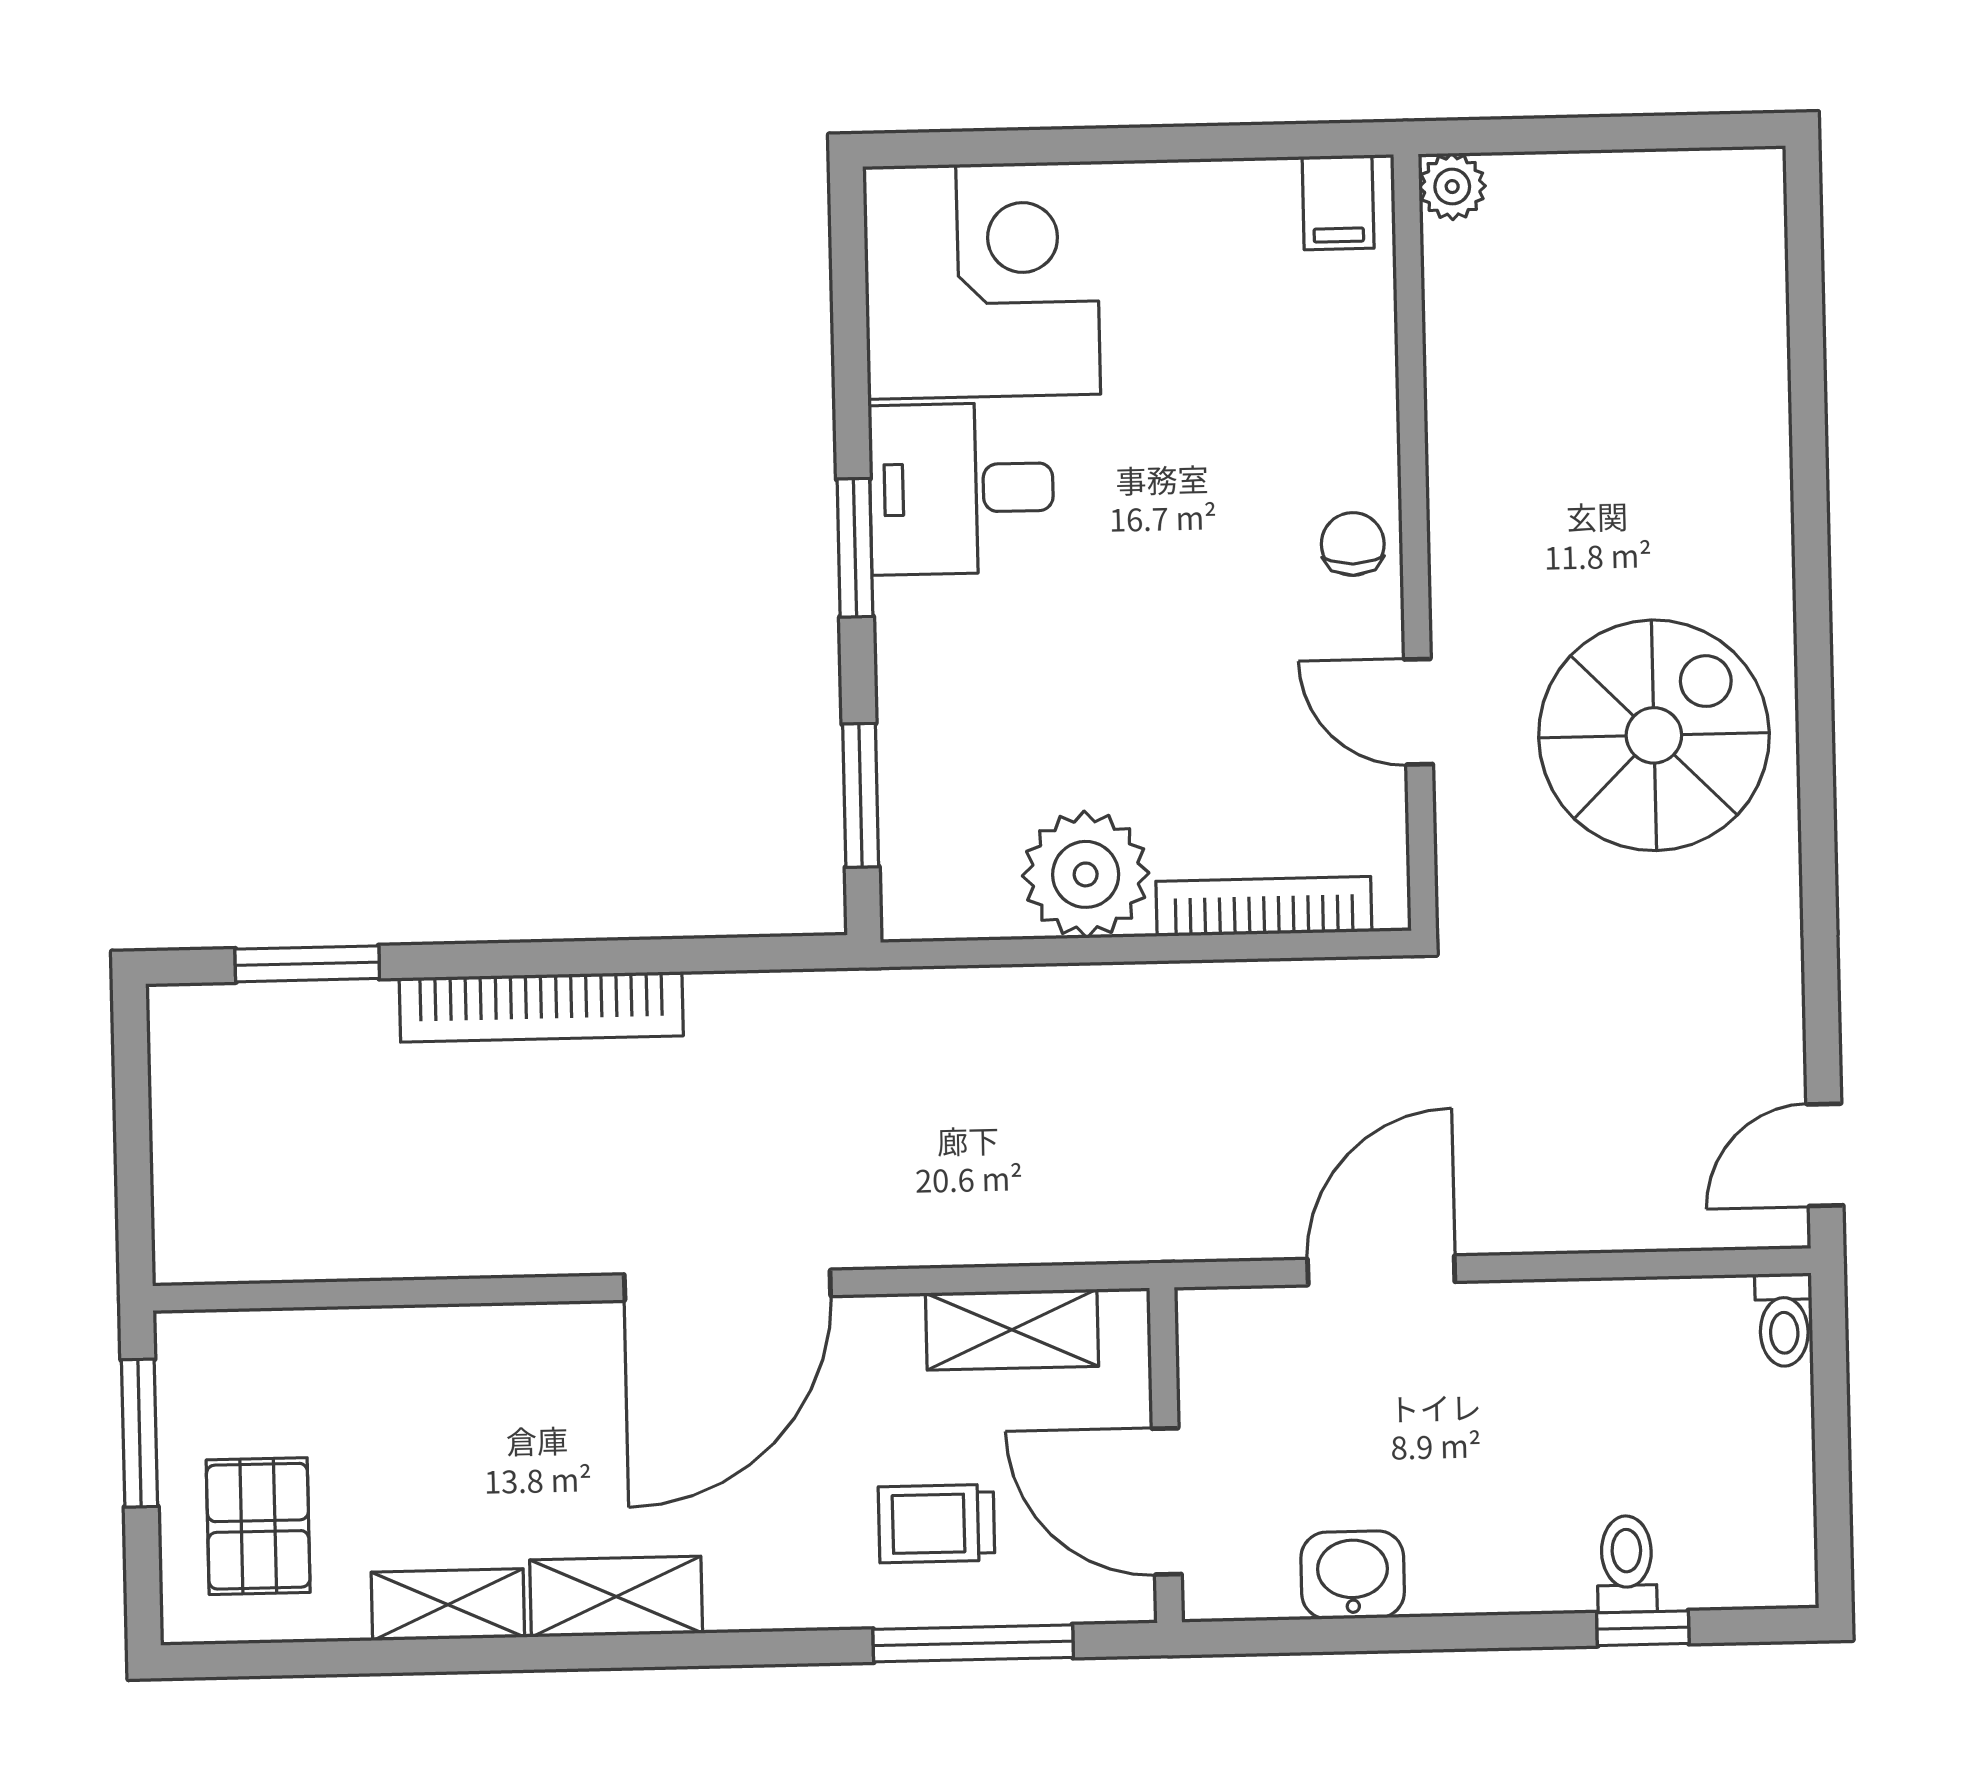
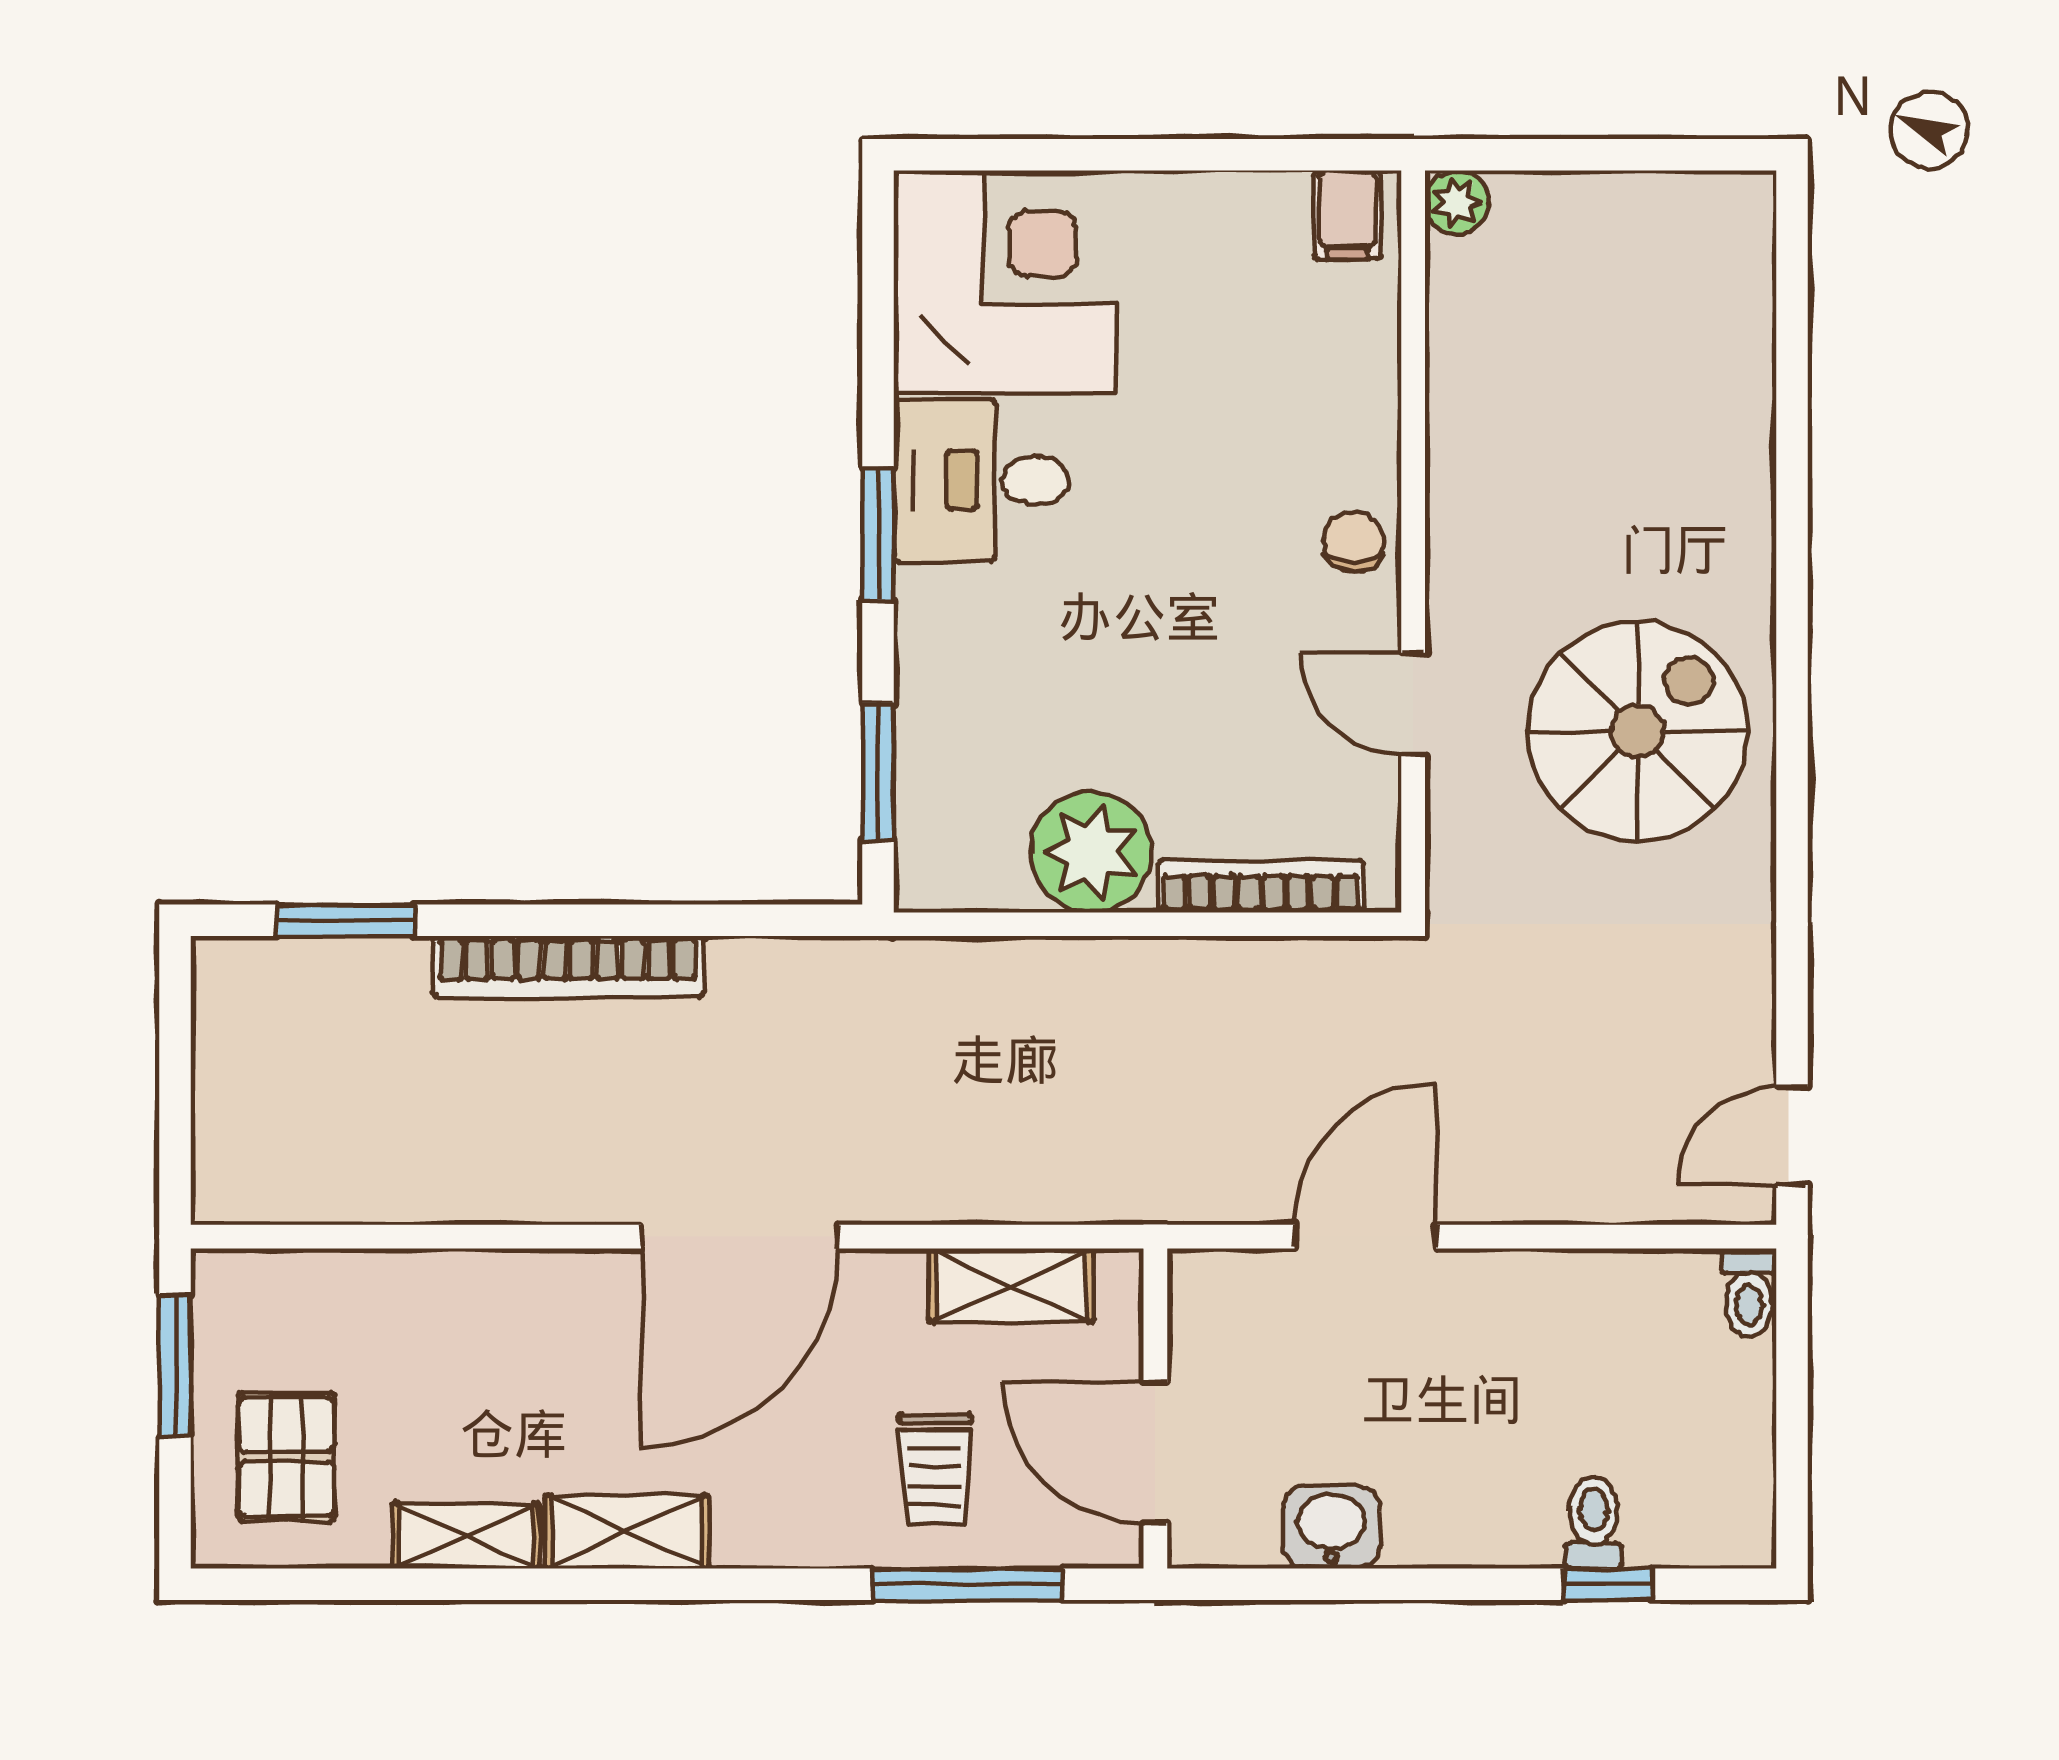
trolley: (937, 1524) -> (935, 1469), turned -90

